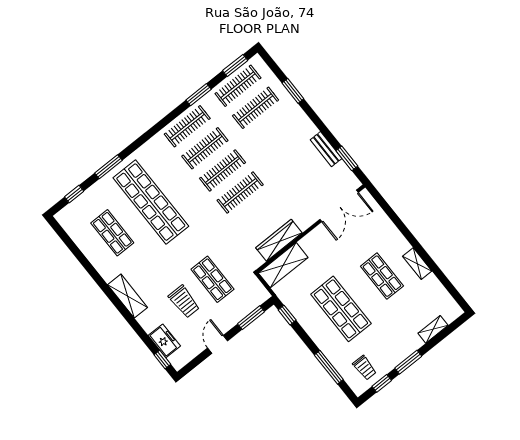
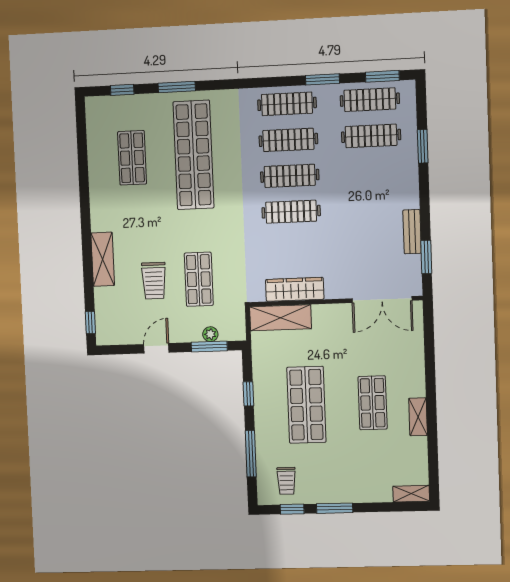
shelving: (128, 296) -> (103, 259), moved
plant: (246, 309) -> (210, 334), added
window: (287, 315) -> (248, 394), moved
shelving: (433, 329) -> (411, 494), moved
freezer: (164, 341) -> (106, 305), removed

